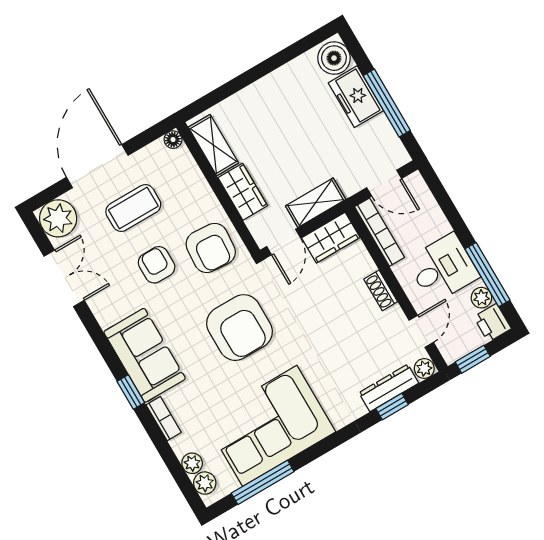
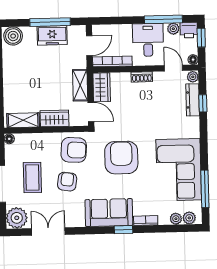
freezer: (356, 97) -> (52, 35), moved
armchair: (157, 265) -> (67, 182), turned 98
armchair: (239, 328) -> (121, 158), turned -90
floor lamp: (451, 354) -> (193, 60), added
window: (473, 359) -> (201, 38), moved

